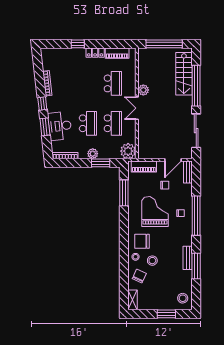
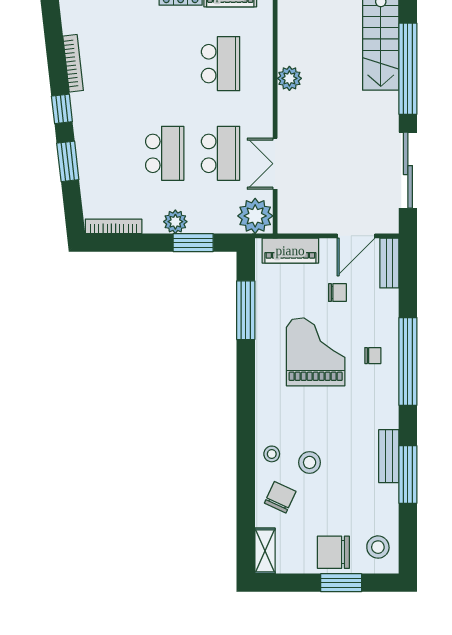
double door: (137, 108) -> (275, 164), moved
desk: (60, 126) -> (101, 159), removed
chair: (142, 241) -> (333, 552), moved

